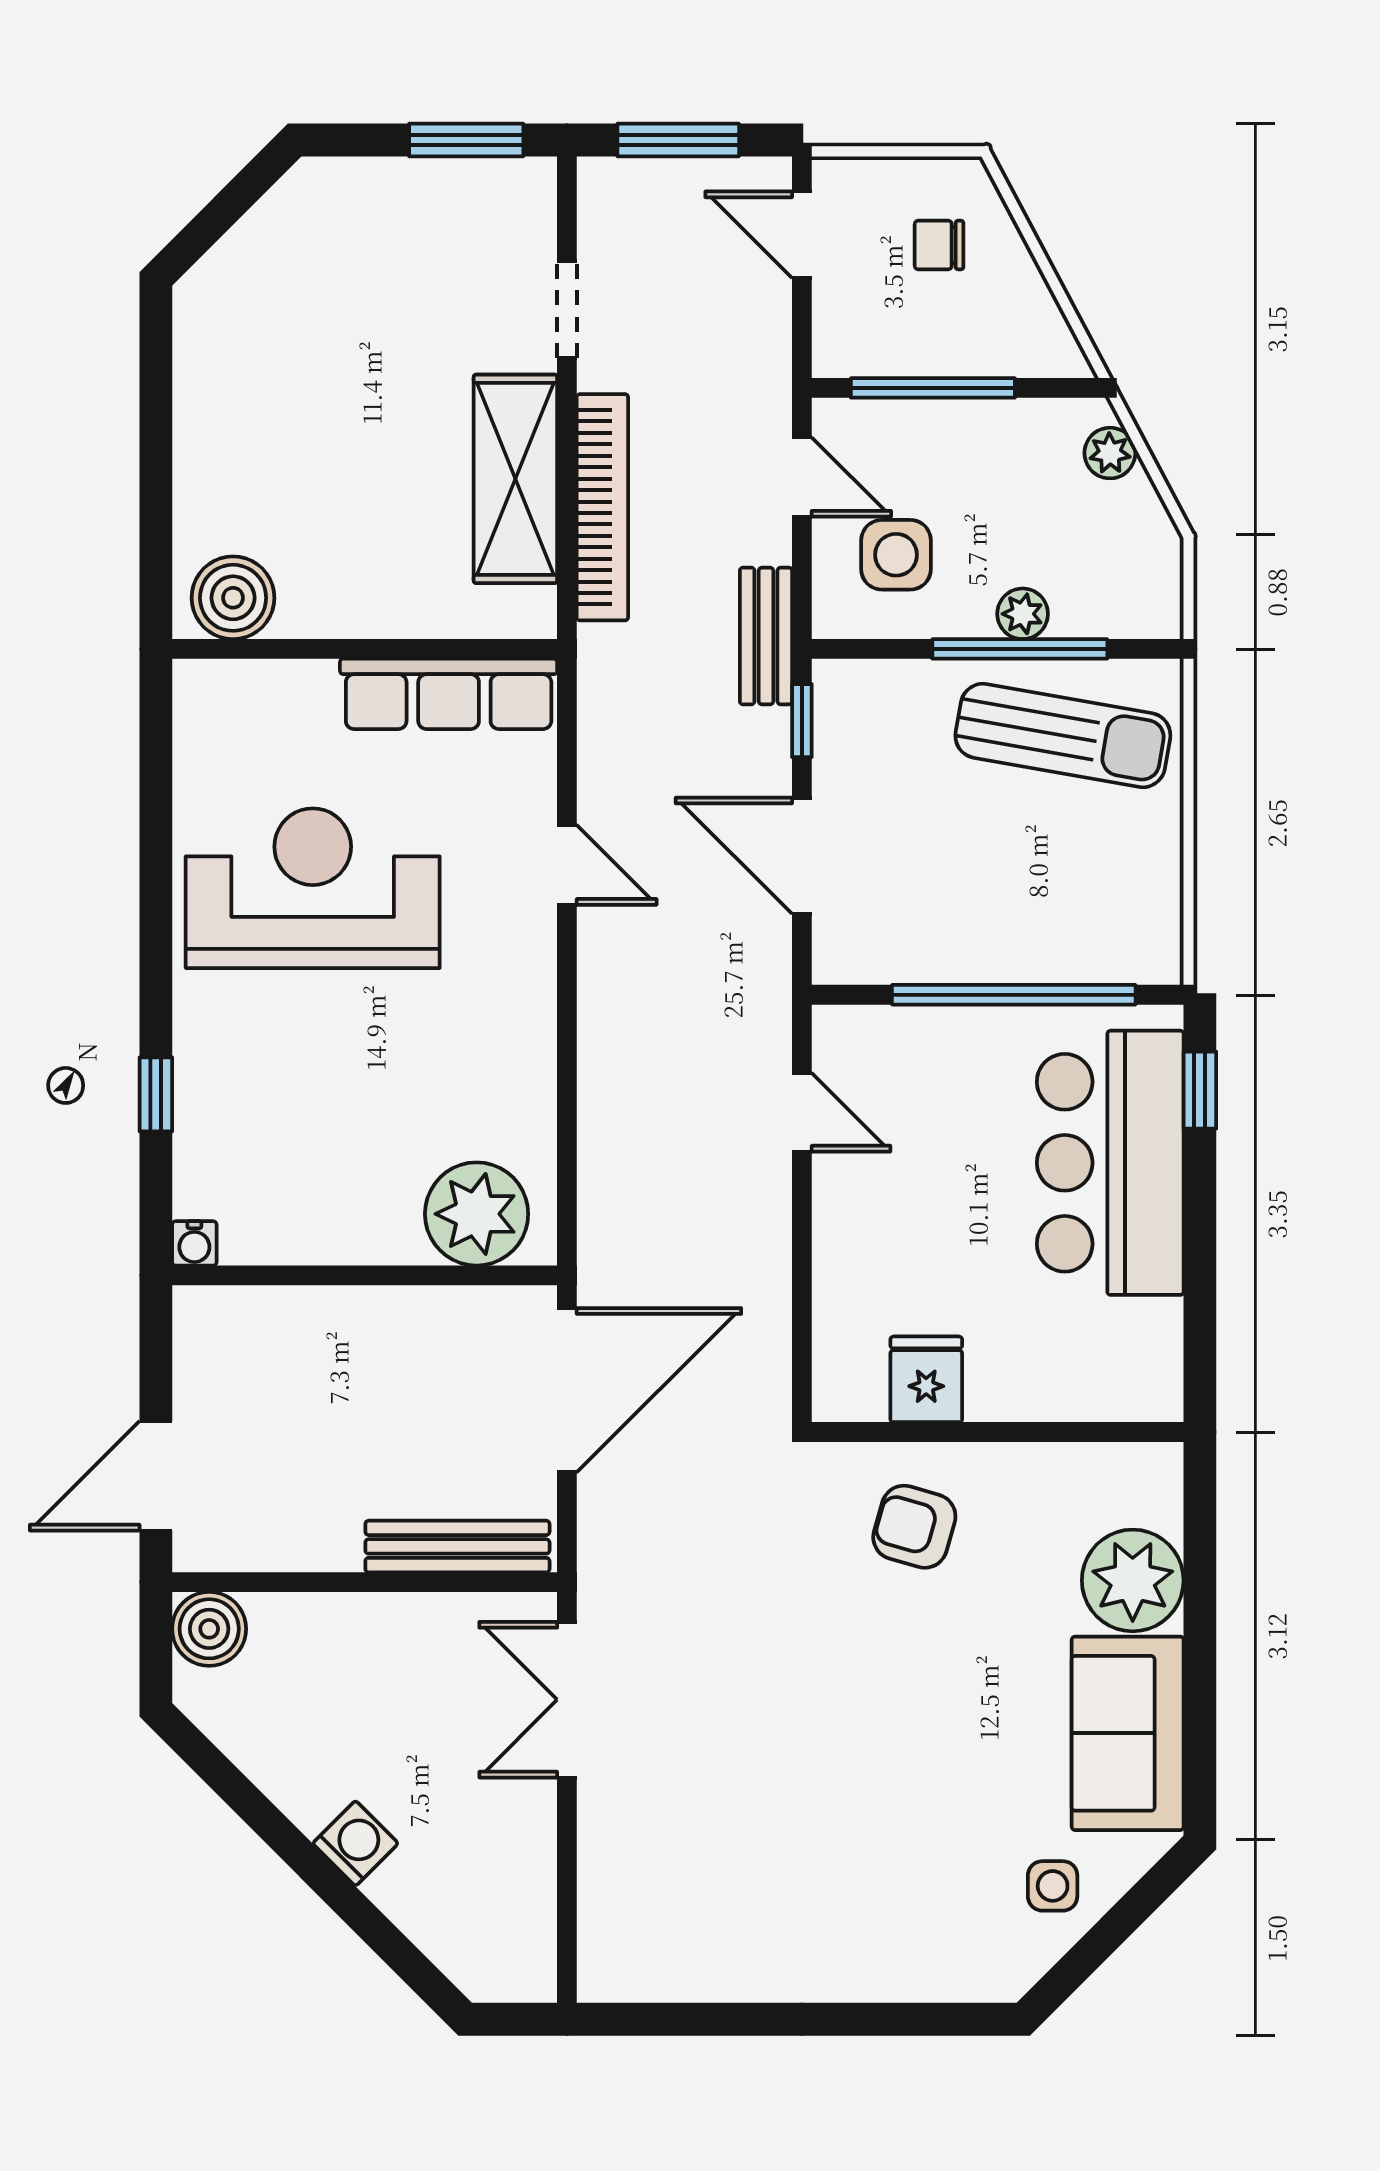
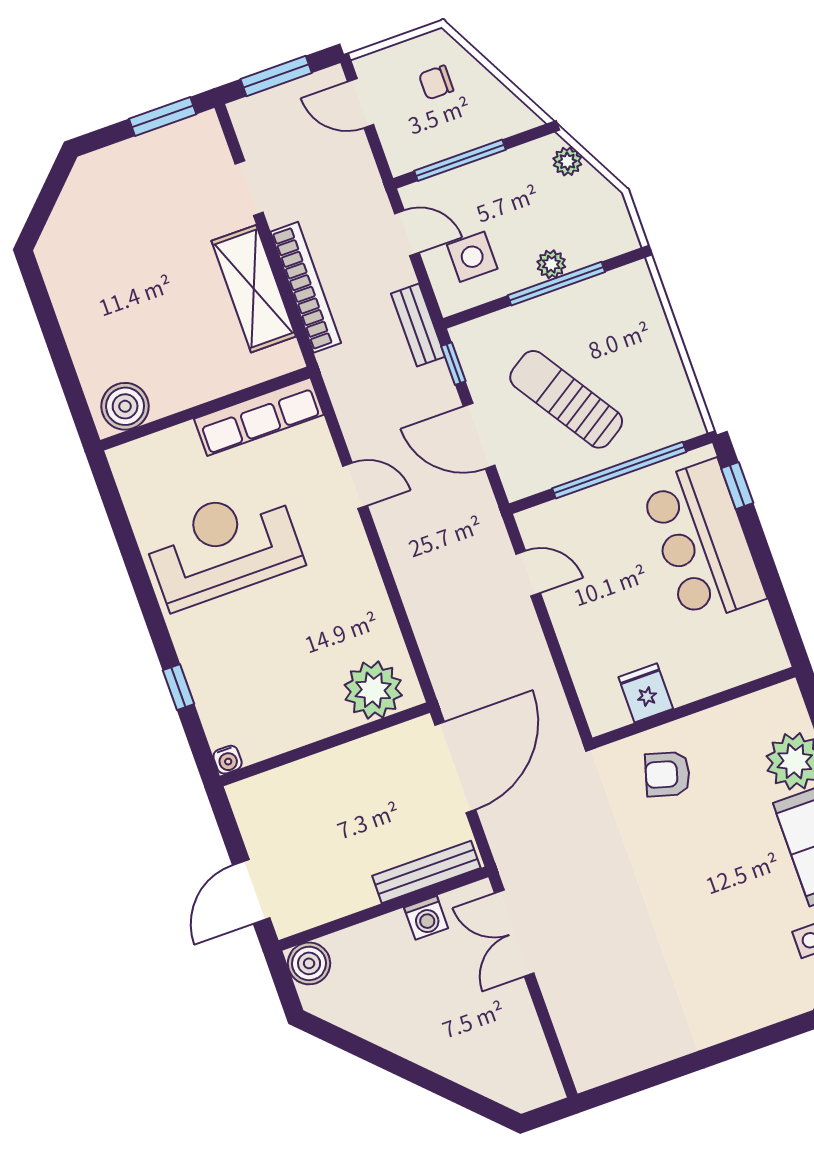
sun lounger: (1063, 735) -> (566, 399), moved, turned -133
washing machine: (355, 1843) -> (426, 918), moved, turned 135

